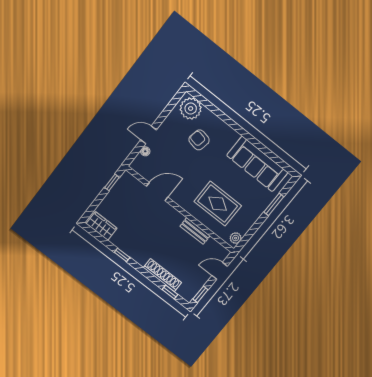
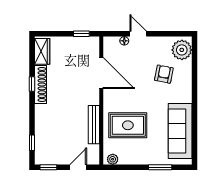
door: (157, 192) -> (101, 73), width x1.36
rug: (218, 204) -> (128, 125), turned 90
bench: (195, 231) -> (94, 125), width x1.36
door: (220, 271) -> (78, 167), hinge flipped
shoe rack: (162, 275) -> (40, 84), moved

